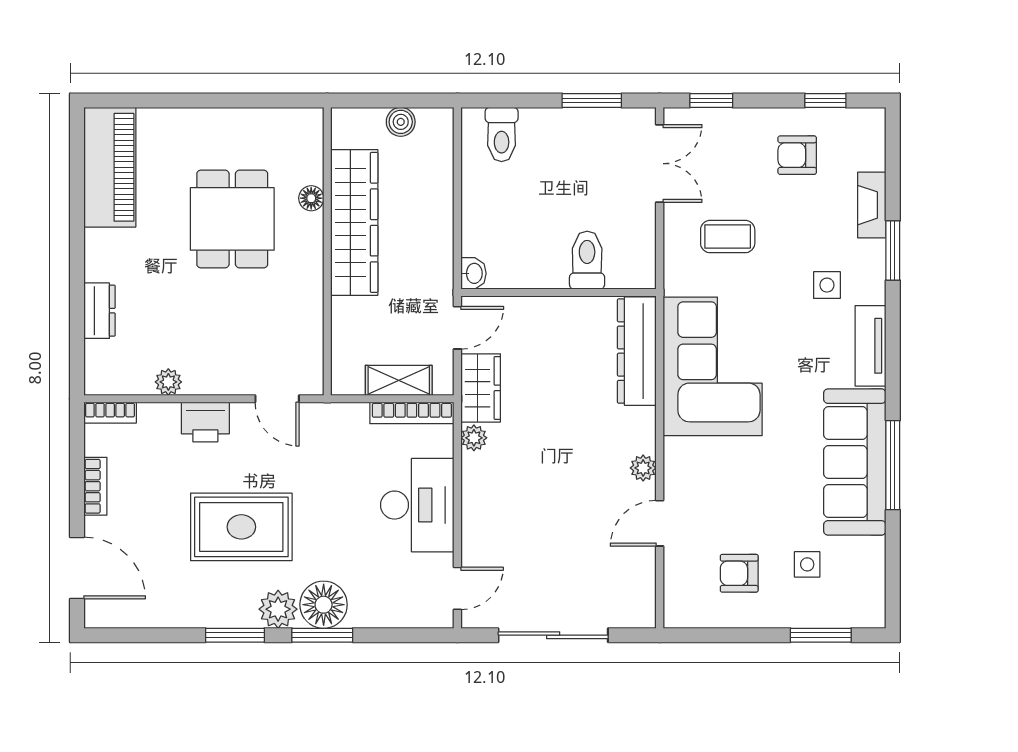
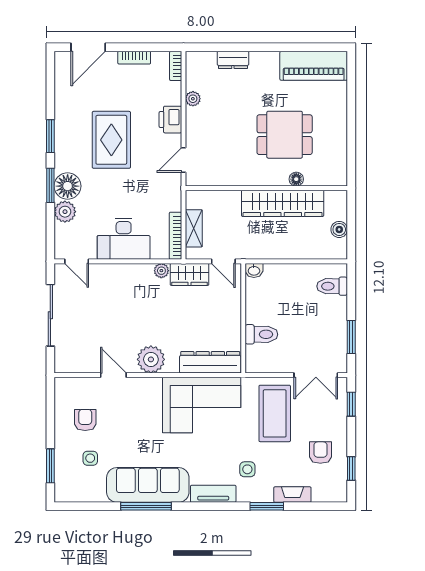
coffee table: (728, 237) -> (275, 413), width x1.86, depth x1.72
plant: (643, 468) -> (151, 359), width x1.88, depth x1.88
plant: (278, 609) -> (65, 212), moved

